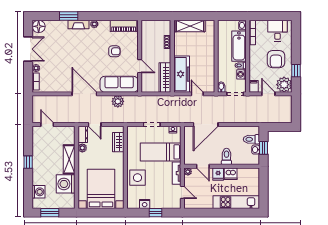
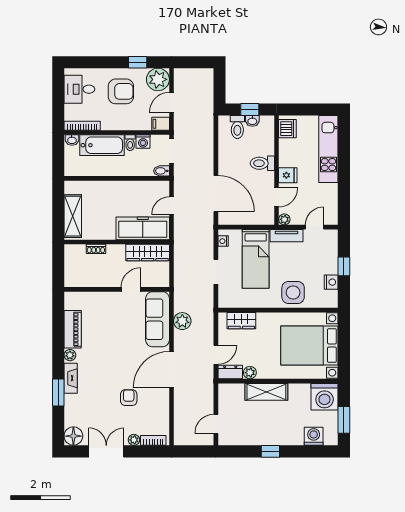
piano: (124, 26) -> (73, 329), moved
armchair: (114, 51) -> (129, 398), moved
dishwasher: (231, 174) -> (287, 129), moved
washing machine: (66, 184) -> (325, 397), moved

